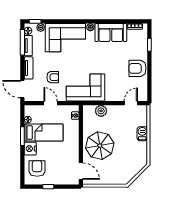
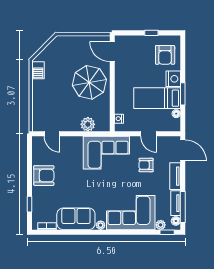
door: (131, 103) -> (52, 134), hinge flipped
barbecue: (142, 134) -> (38, 70), moved

